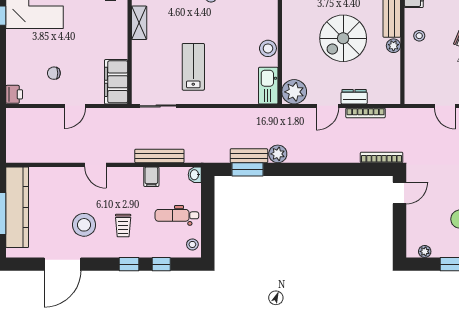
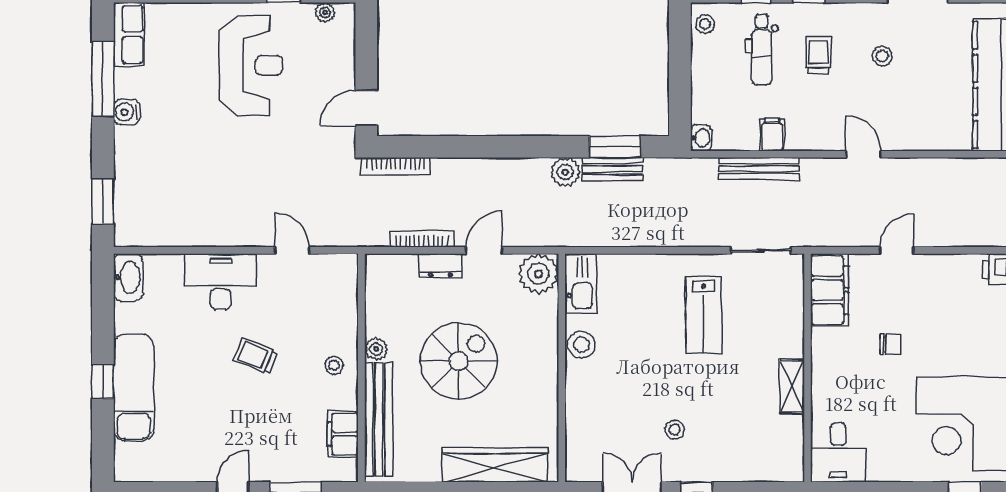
chair: (54, 73) -> (891, 344), moved
dental chair: (177, 215) -> (762, 50), moved, turned 90
stool: (84, 225) -> (882, 56), width x0.53, depth x0.53

